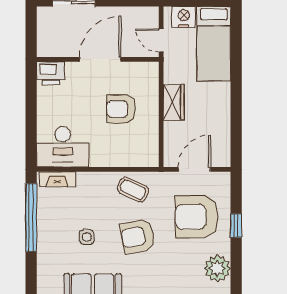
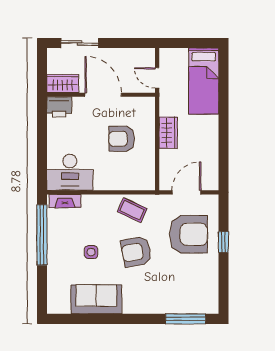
nightstand: (184, 17) -> (177, 57), removed
wardrobe: (55, 47) -> (63, 84), added
door: (100, 59) -> (103, 95), hinge flipped
armchair: (197, 217) -> (188, 234), turned 180
plant: (217, 268) -> (207, 280), removed

